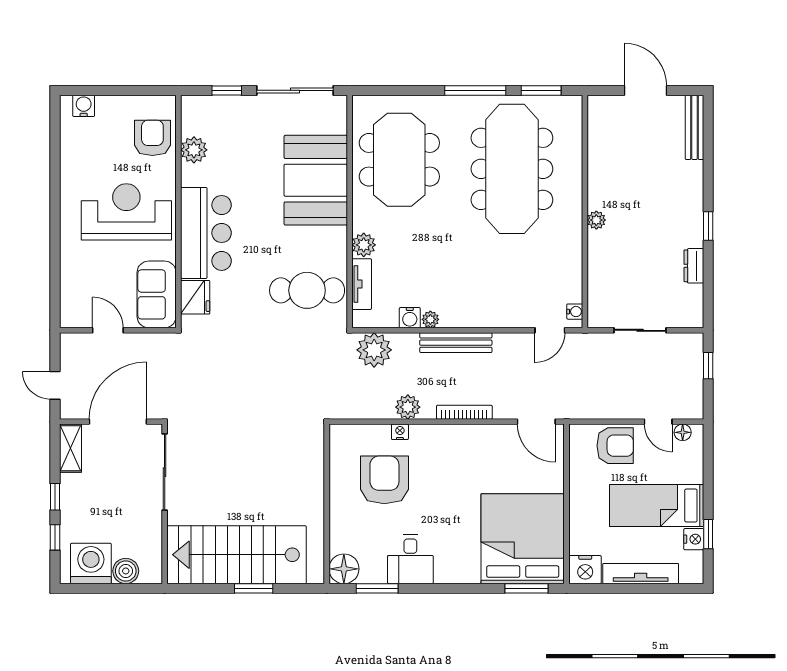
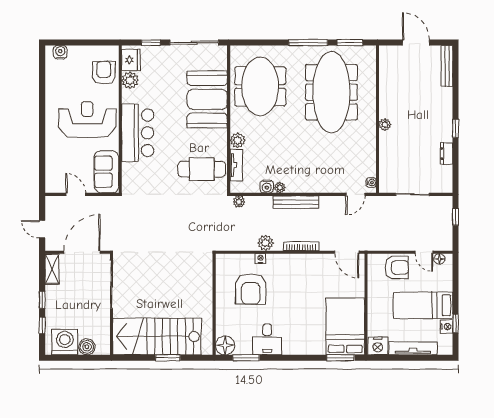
fridge: (195, 297) -> (131, 60), moved
plant: (374, 350) -> (239, 202), width x0.53, depth x0.53
armchair: (384, 480) -> (251, 289), turned 180
bed: (523, 539) -> (345, 326), width x0.73

